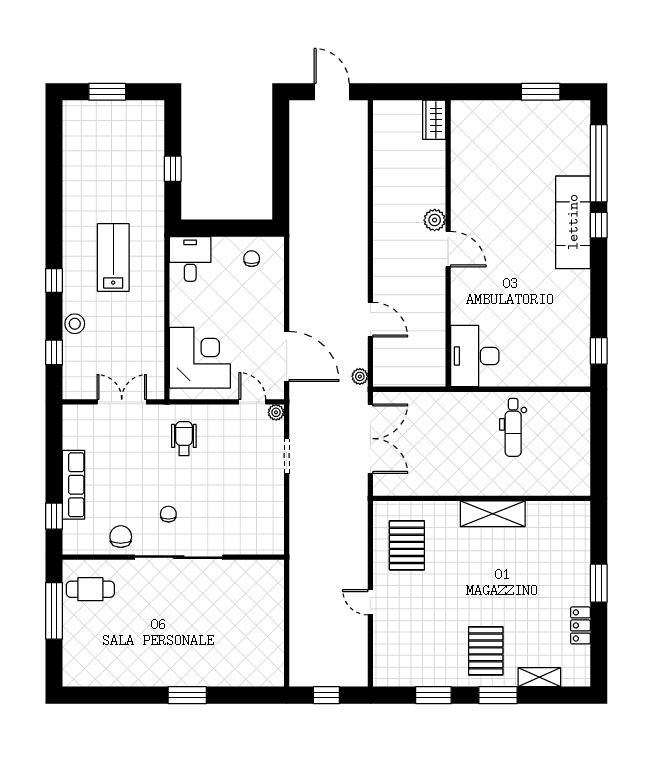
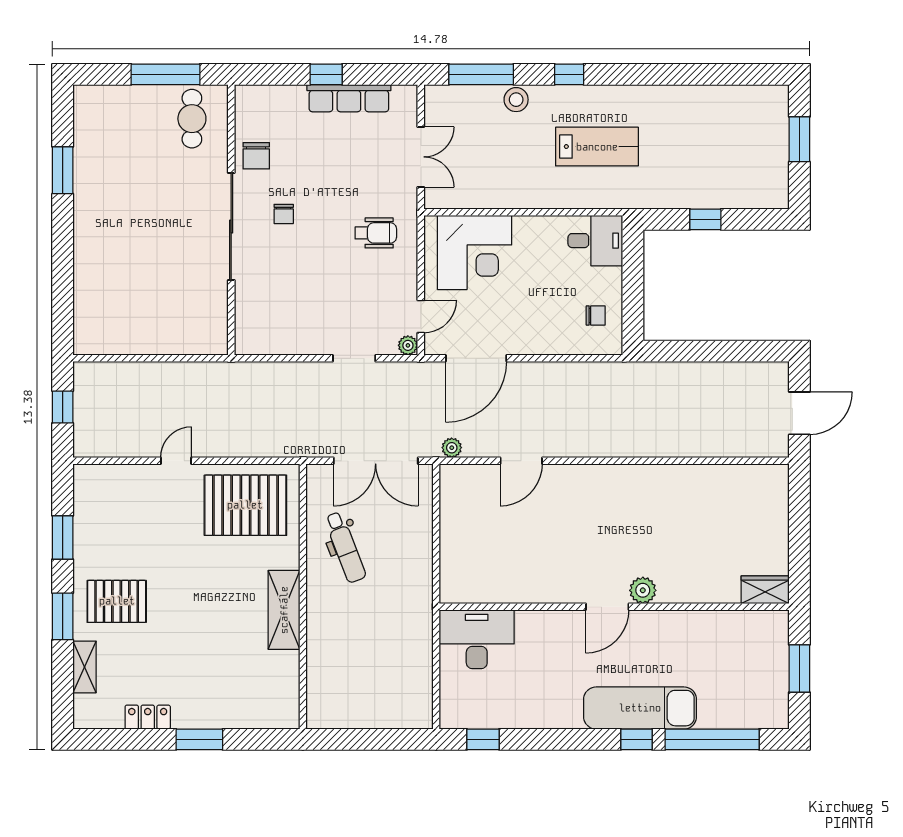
wardrobe: (434, 120) -> (765, 590), moved
plant: (435, 220) -> (643, 590), moved
wall: (448, 243) -> (614, 607), moved
door: (448, 249) -> (607, 607), moved
window: (54, 352) -> (481, 74), width x2.17
desk: (475, 356) -> (477, 639), moved
dental chair: (513, 427) -> (345, 547), moved, turned -111
row of seats: (74, 485) -> (349, 98), moved
chair: (168, 514) -> (284, 214), turned 90
window: (54, 516) -> (326, 74), moved
chair: (121, 537) -> (256, 156), turned 90
pallet: (407, 545) -> (245, 505), width x1.37, depth x1.41
window: (187, 695) -> (63, 170), moved

